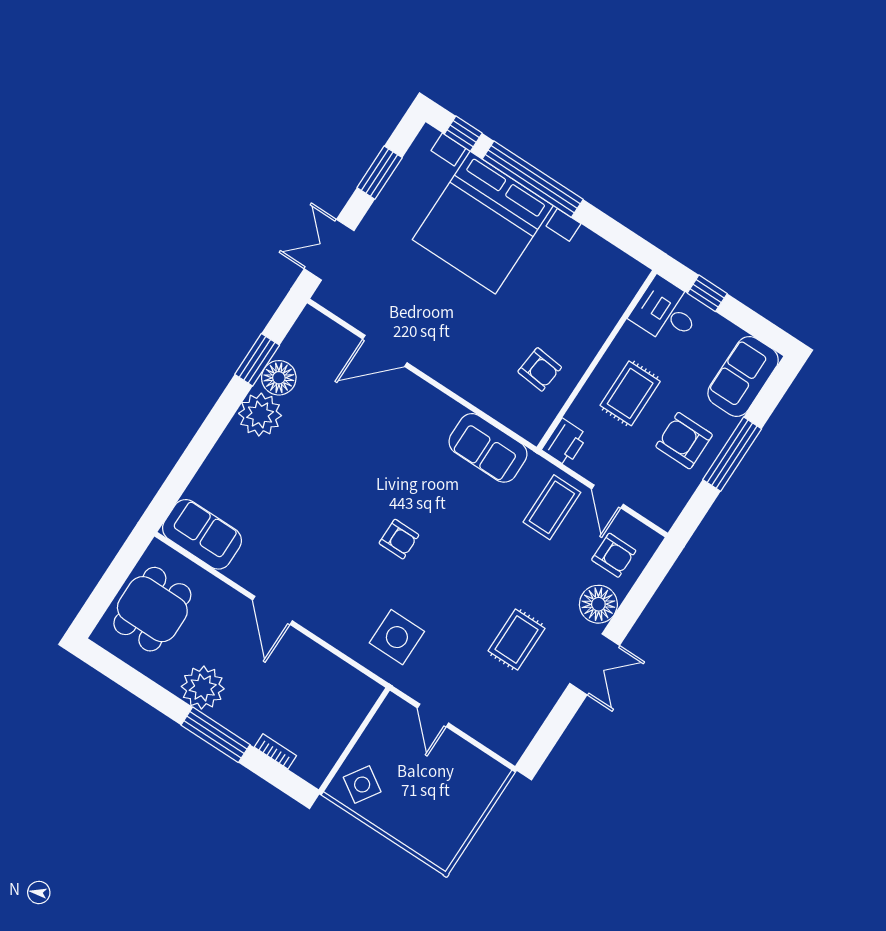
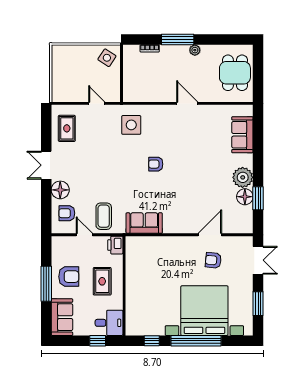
window: (463, 134) -> (152, 341), moved
armchair: (540, 369) -> (213, 260), moved
sofa: (202, 534) -> (242, 135), moved, turned 90
rug: (517, 640) -> (67, 128), moved
plant: (203, 688) -> (195, 50), width x0.53, depth x0.53

